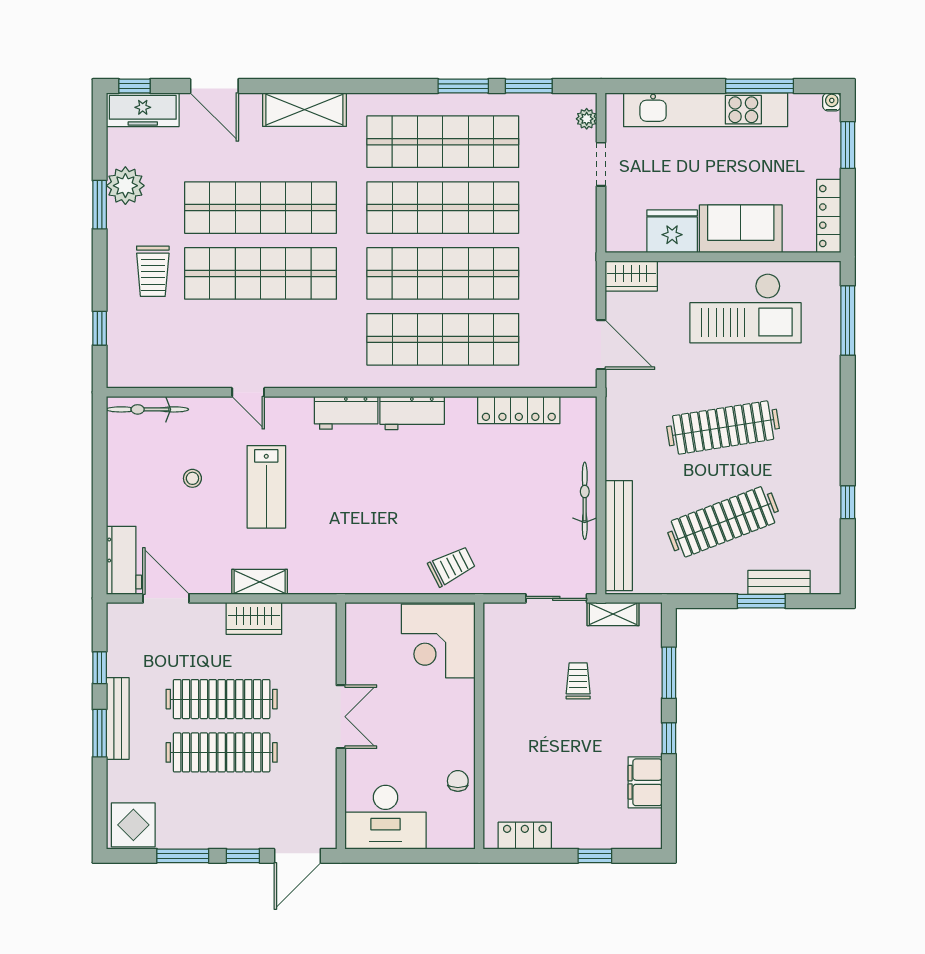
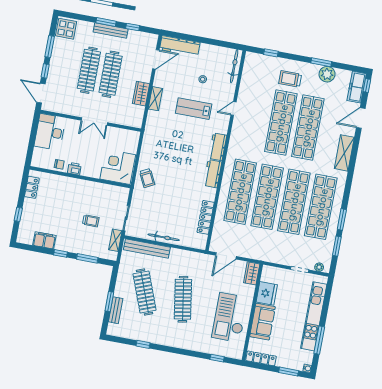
window: (848, 320) -> (217, 358), width x0.46
workbench: (124, 560) -> (180, 46), width x1.38
printer: (462, 743) -> (74, 169), added

